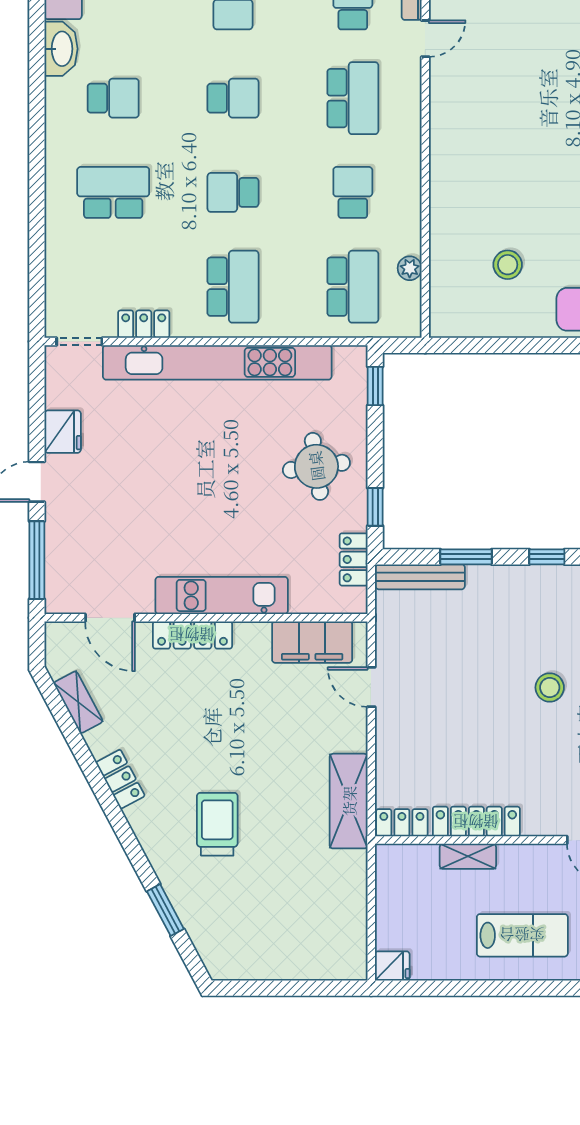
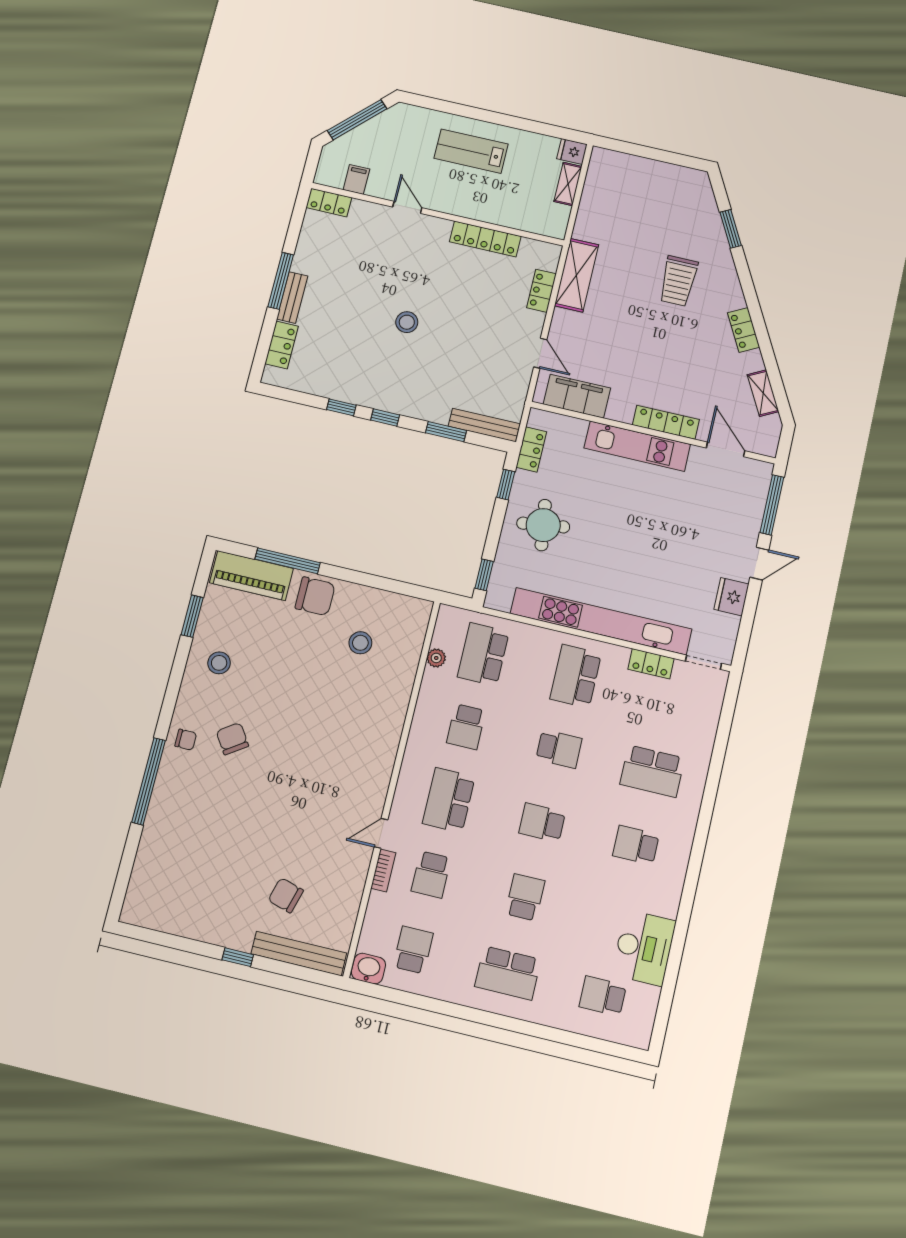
washbasin: (61, 49) -> (668, 894), removed
locker: (402, 823) -> (541, 291), moved, turned 90
shelving: (468, 856) -> (568, 184), moved, turned 90

